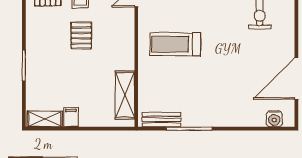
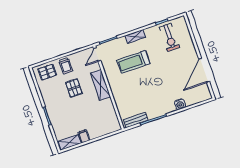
treadmill: (175, 44) -> (133, 62), moved
shelving: (125, 95) -> (101, 85), moved
water cooler: (274, 119) -> (180, 104), moved

